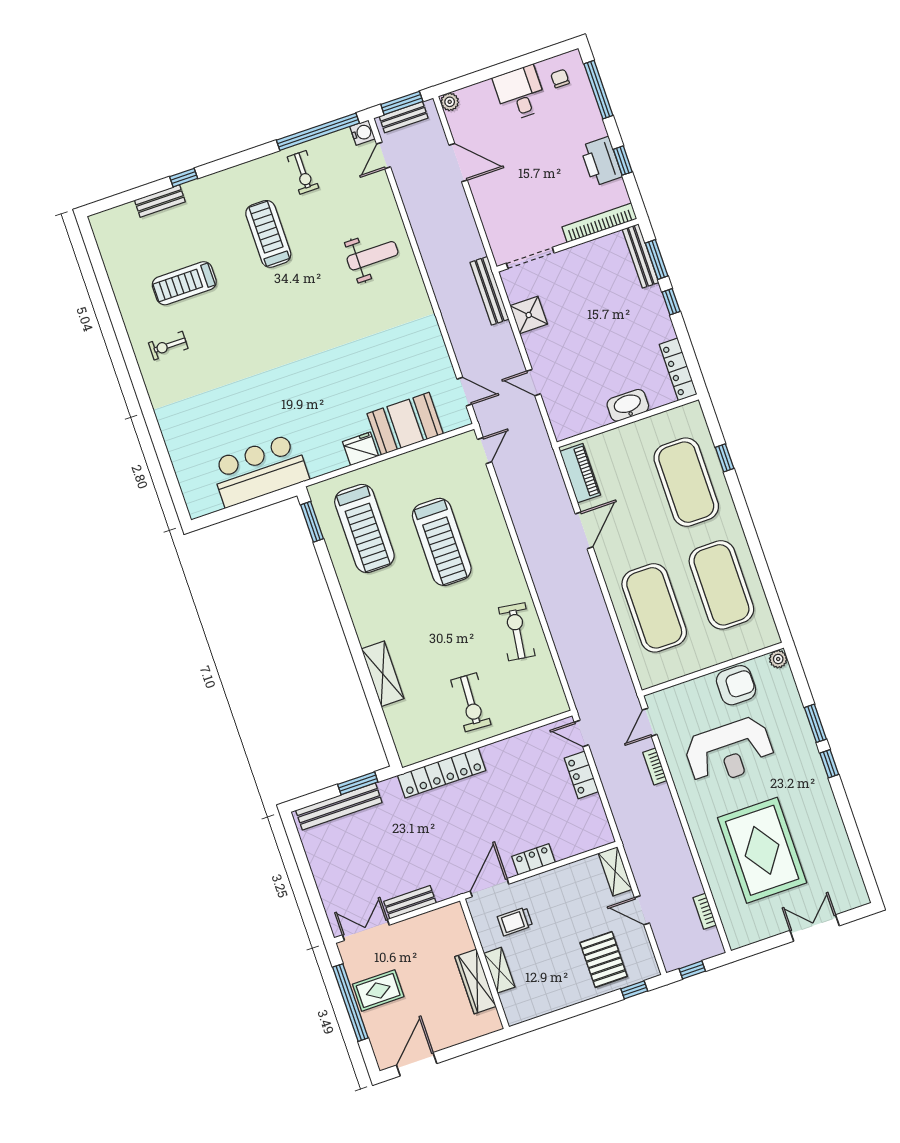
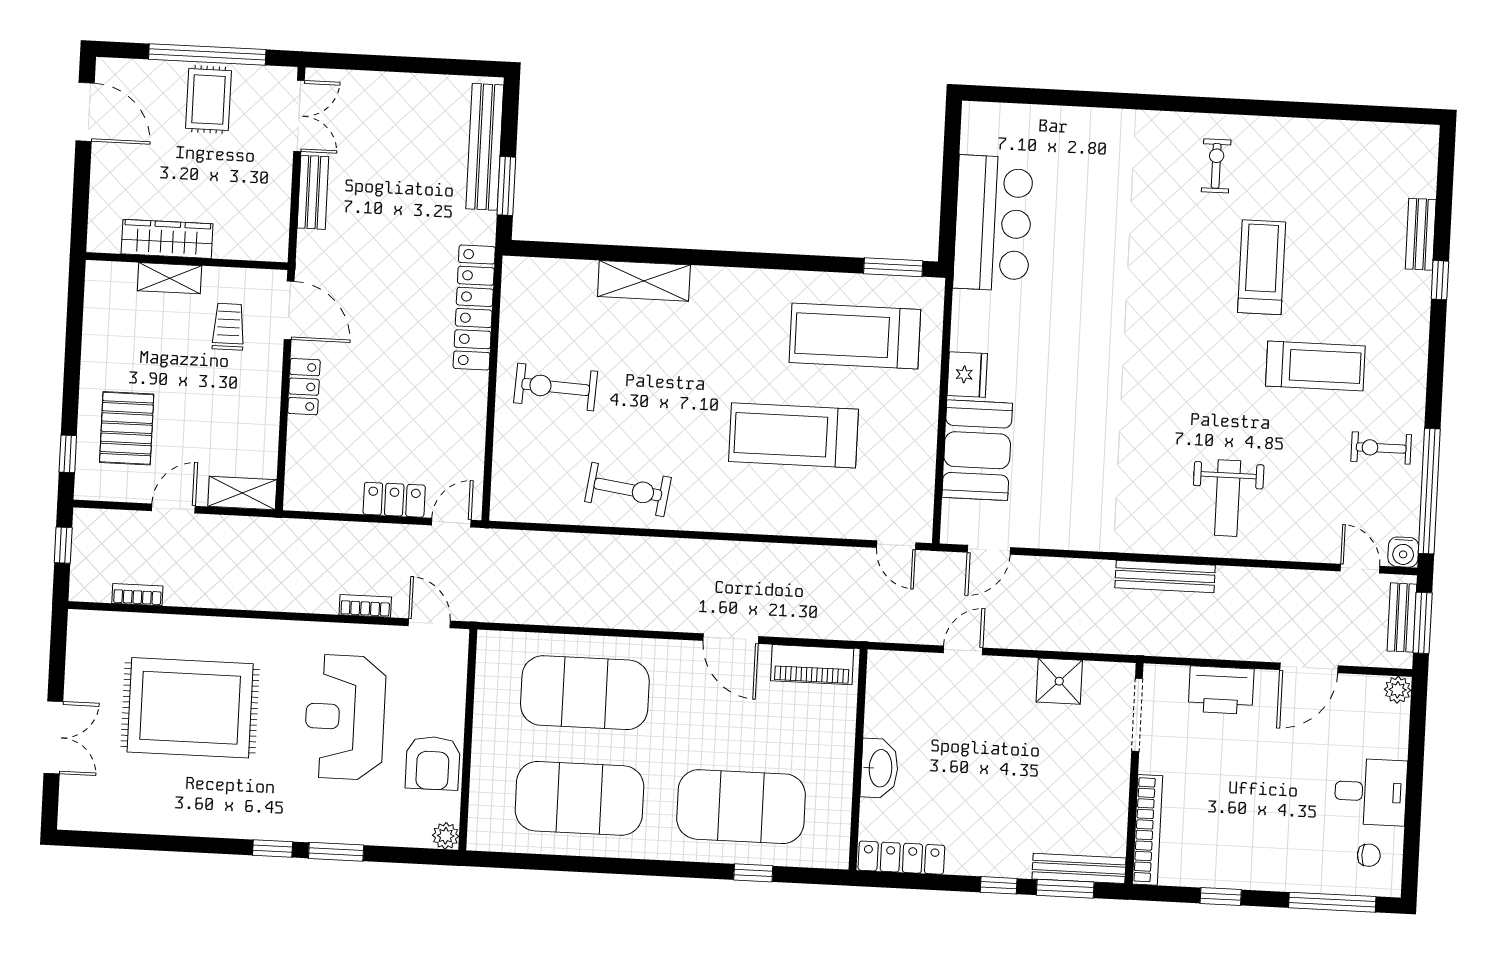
printer: (601, 161) -> (1221, 690), moved, turned 180
treadmill: (184, 283) -> (1262, 267), moved
bench: (489, 291) -> (1165, 576), moved
pallet: (604, 960) -> (127, 428), turned 90

